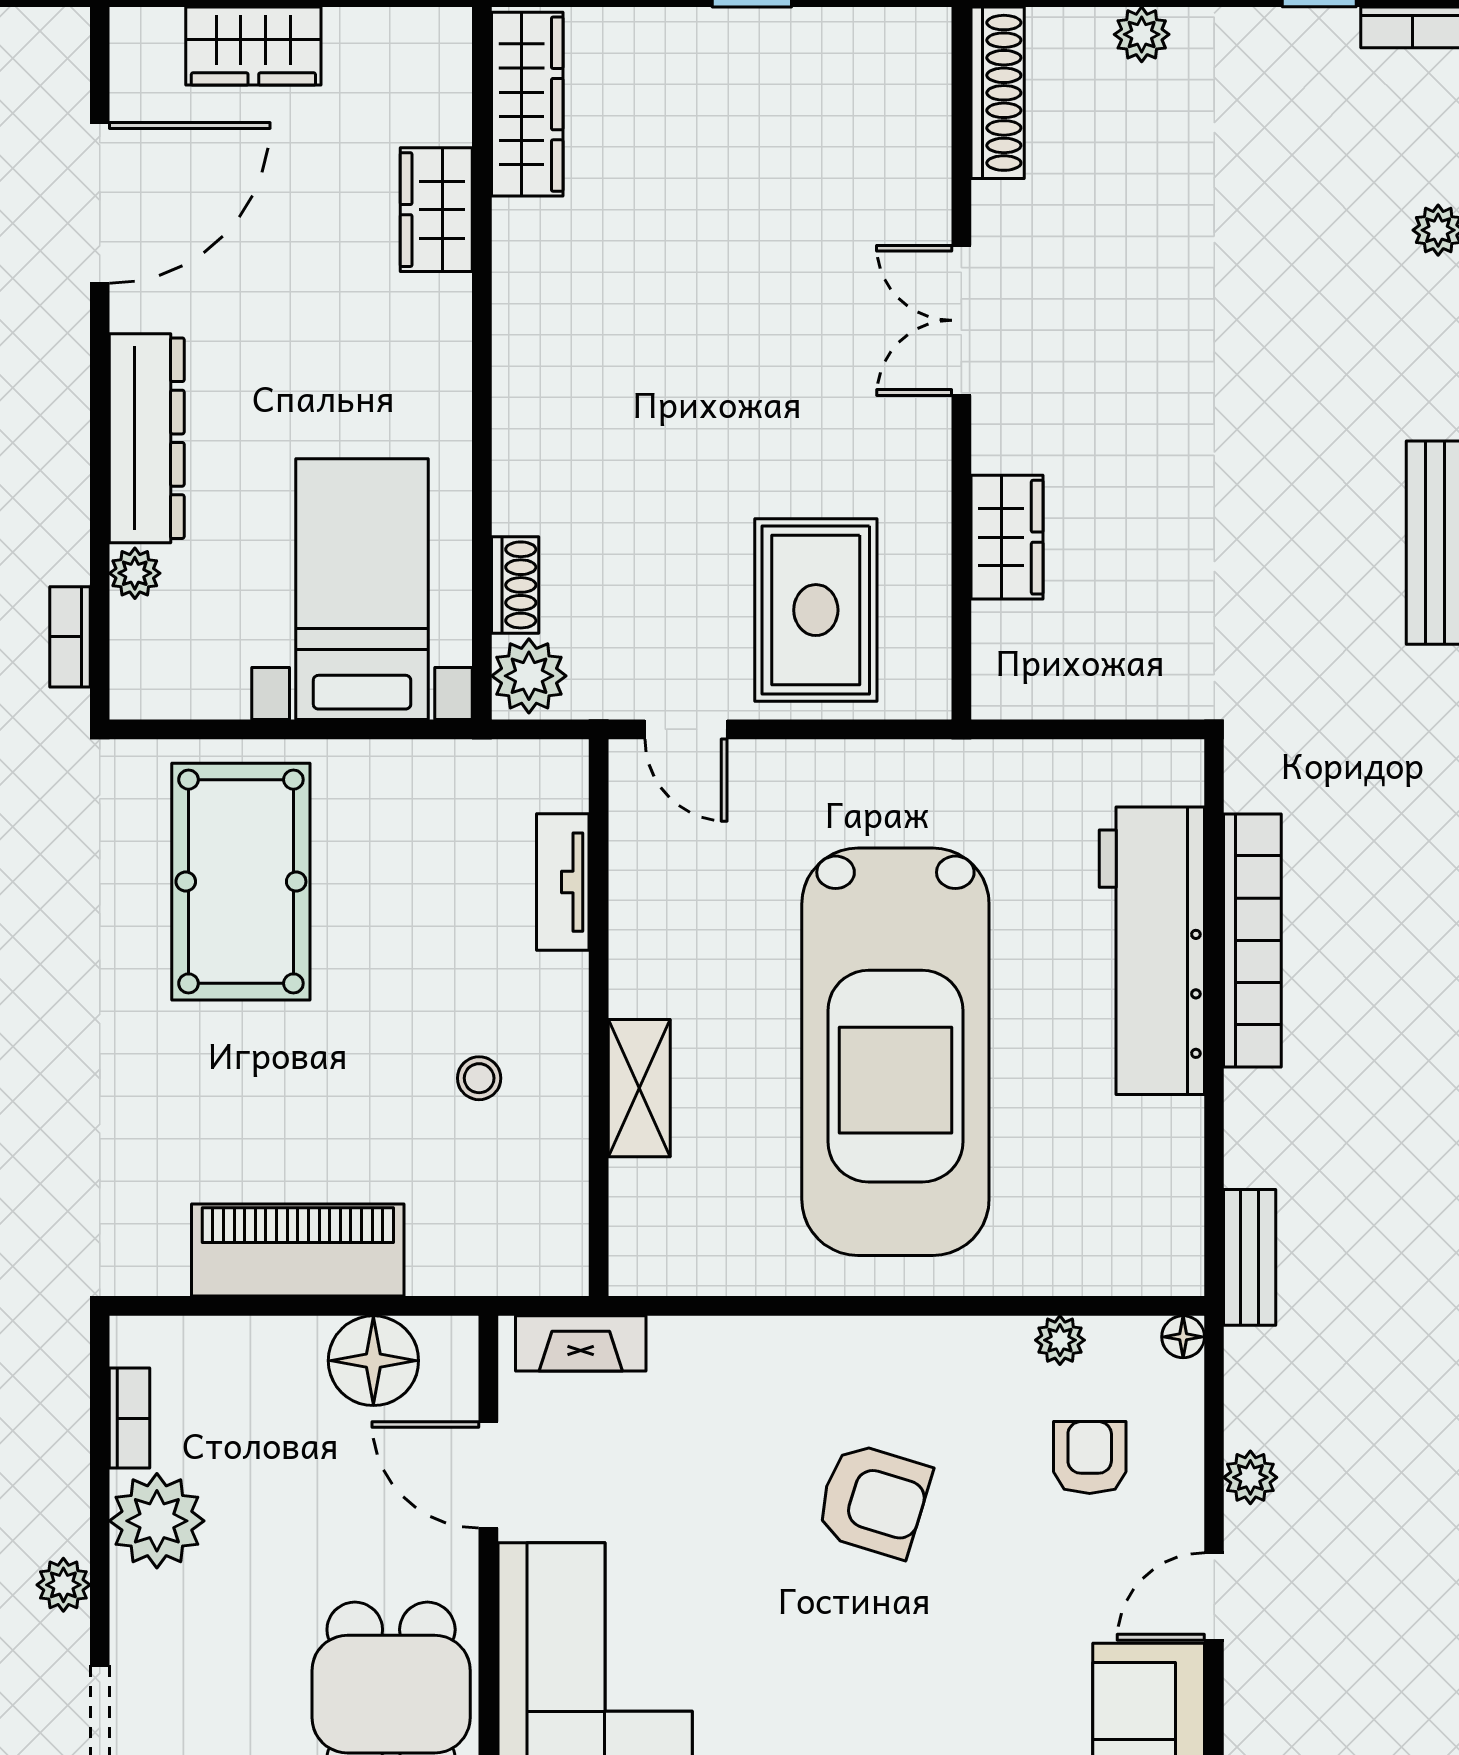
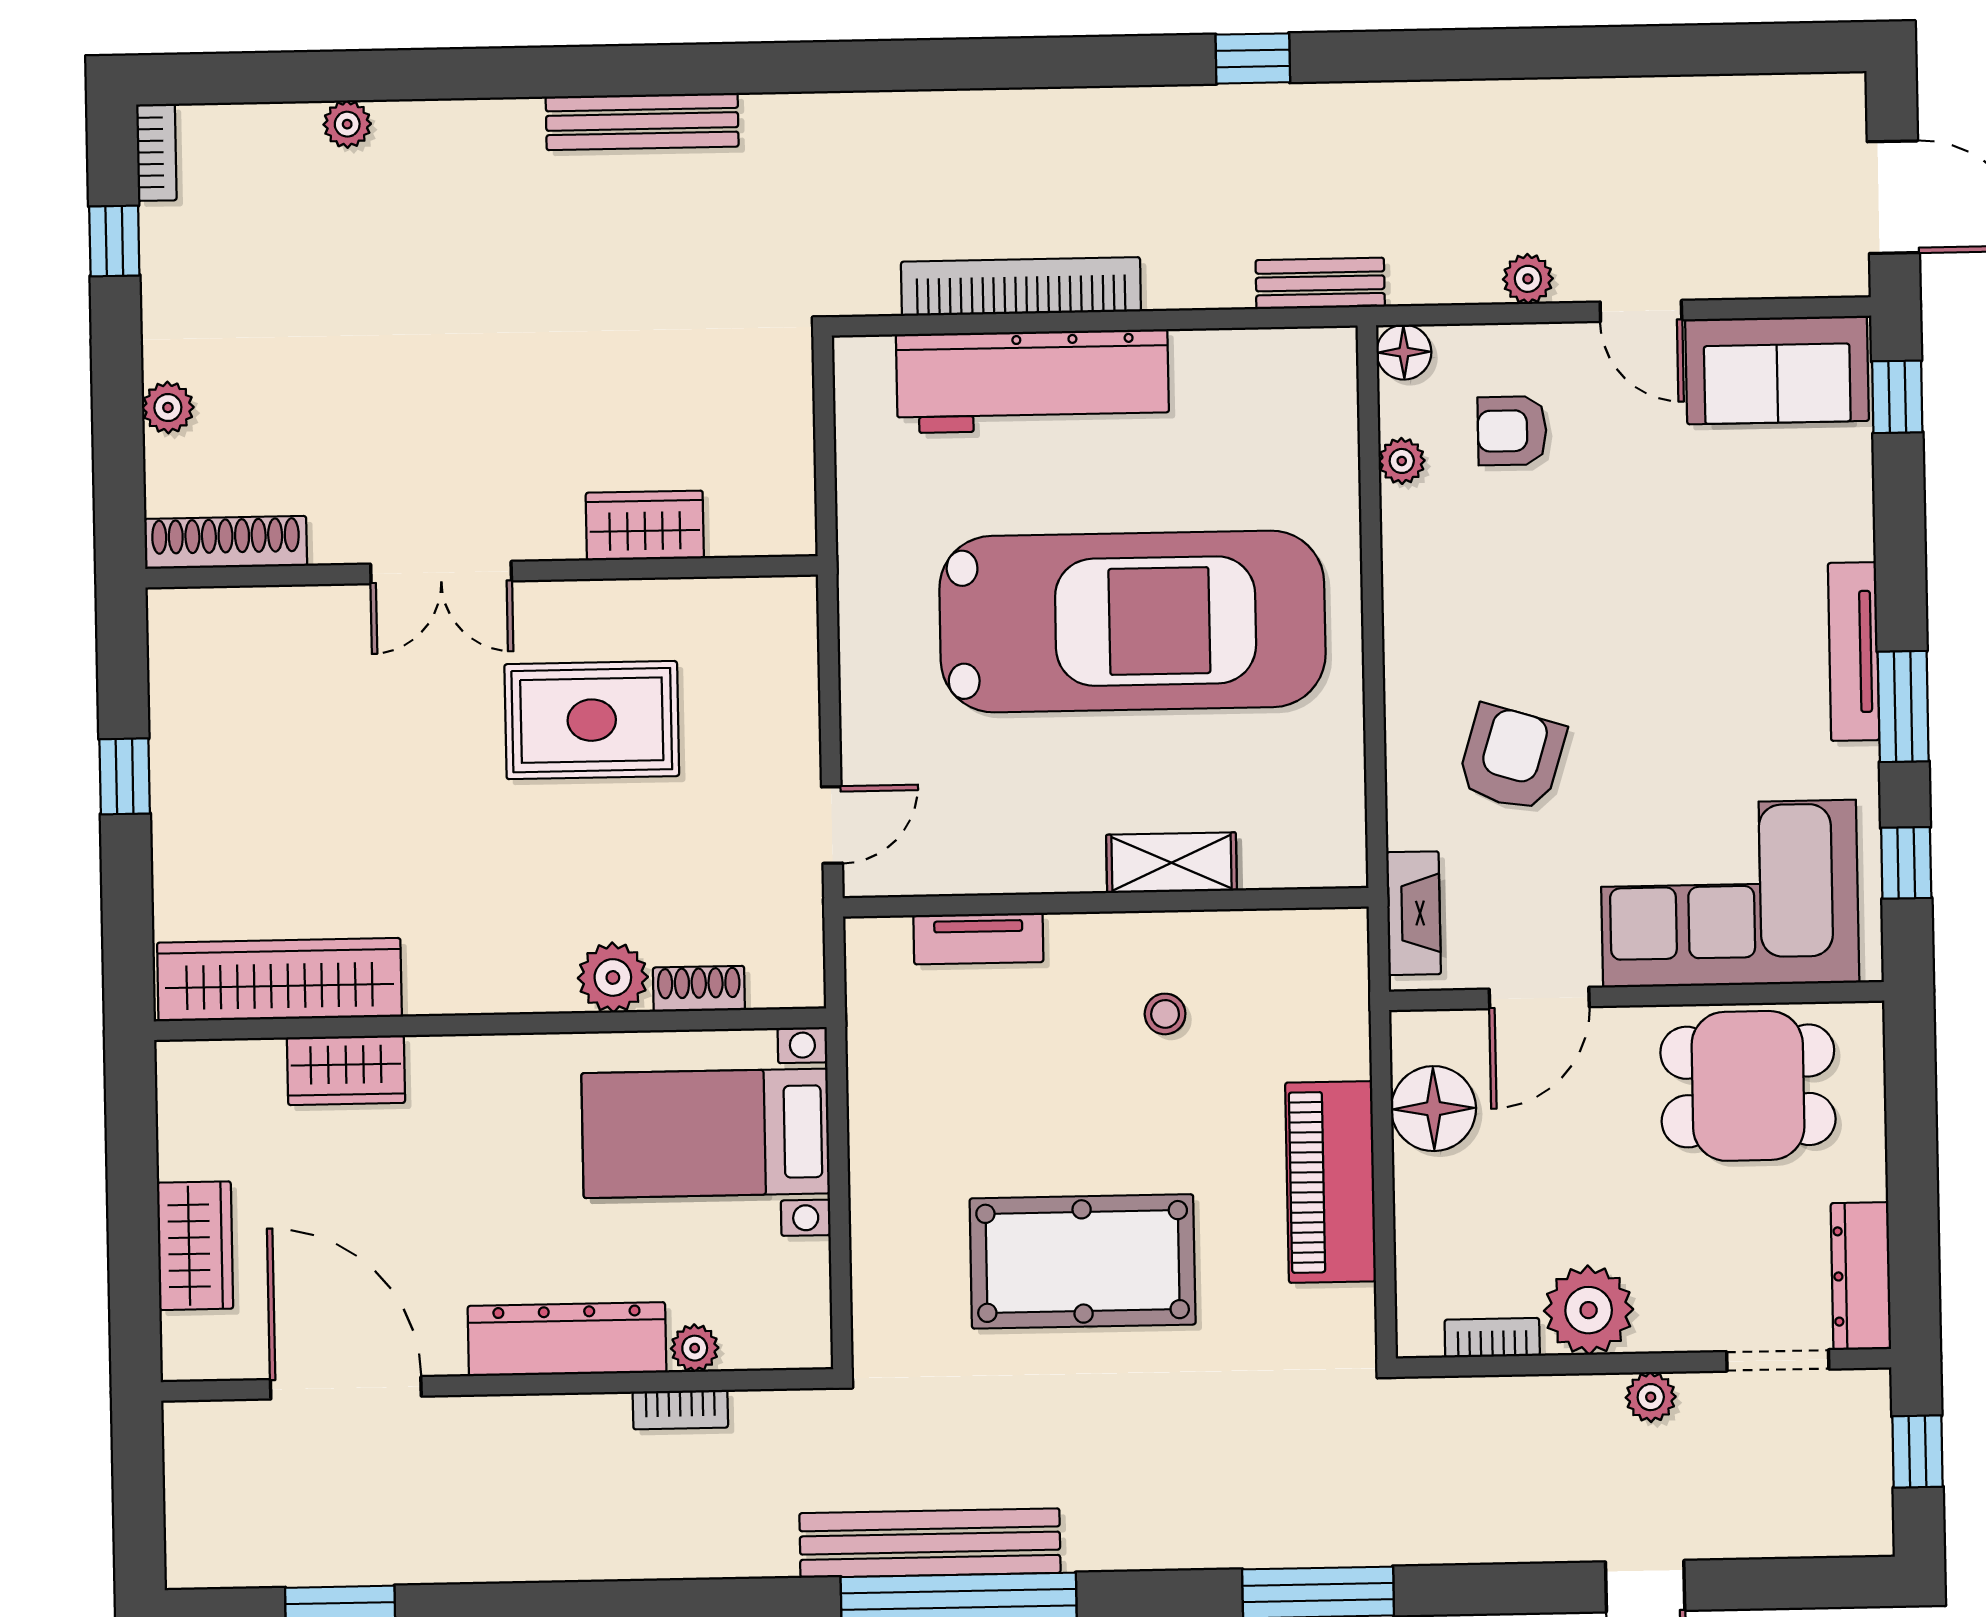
wardrobe: (527, 104) -> (279, 980), width x1.40, depth x1.17
rug: (816, 610) -> (592, 720), moved
bookcase: (70, 637) -> (680, 1410), moved
plant: (529, 676) -> (613, 977), moved
pool table: (241, 882) -> (1083, 1261), moved
floor lamp: (1183, 1337) -> (1404, 352), width x1.37, depth x1.37
armchair: (873, 1500) -> (1512, 758), moved

